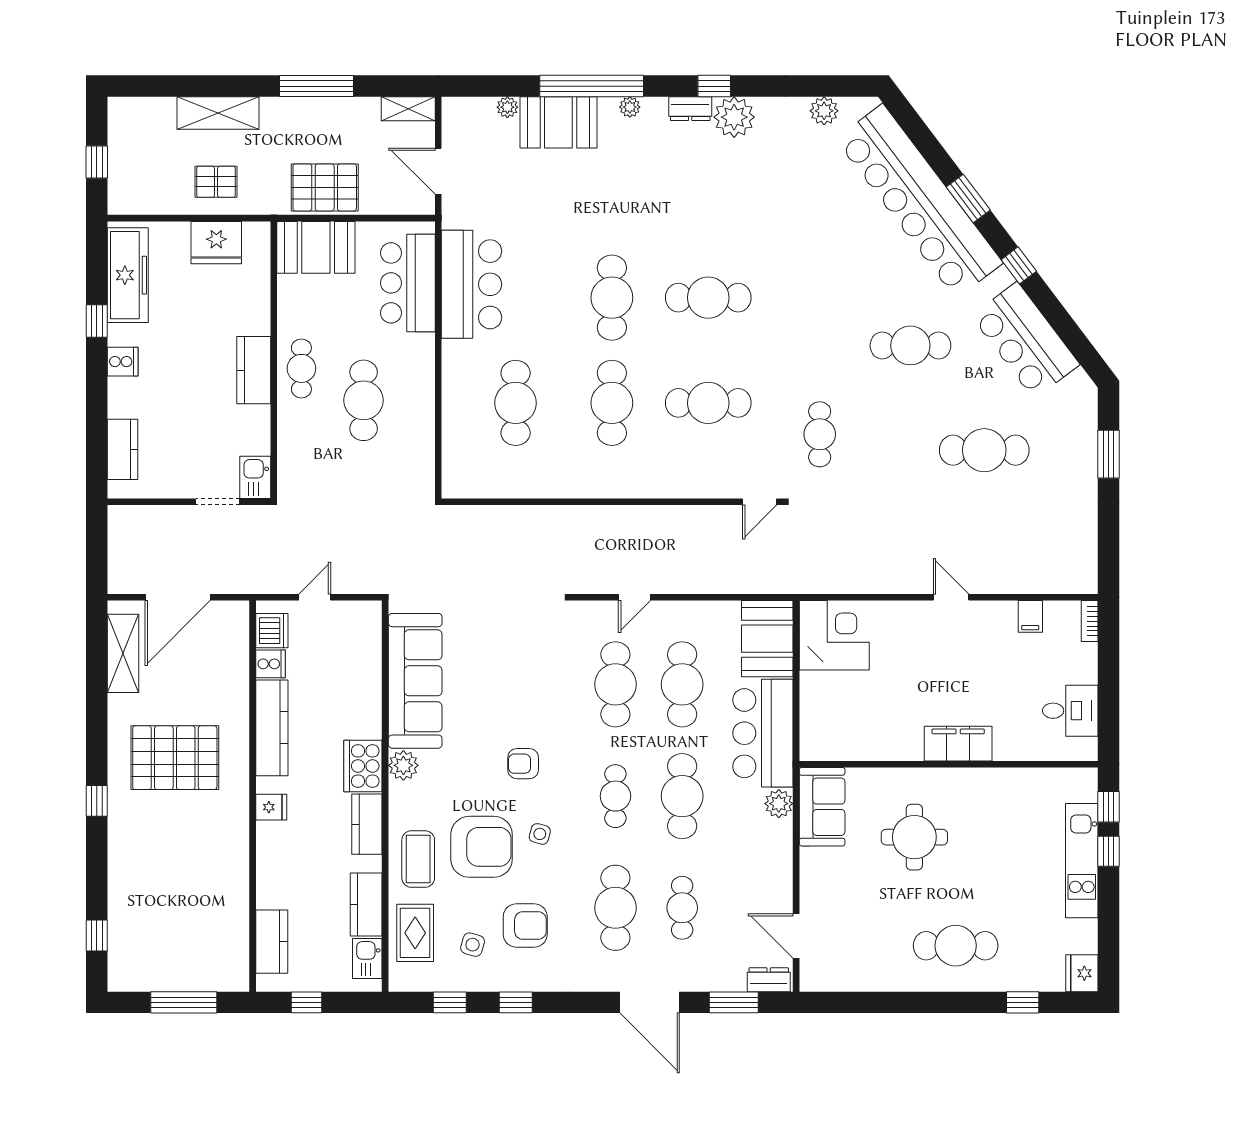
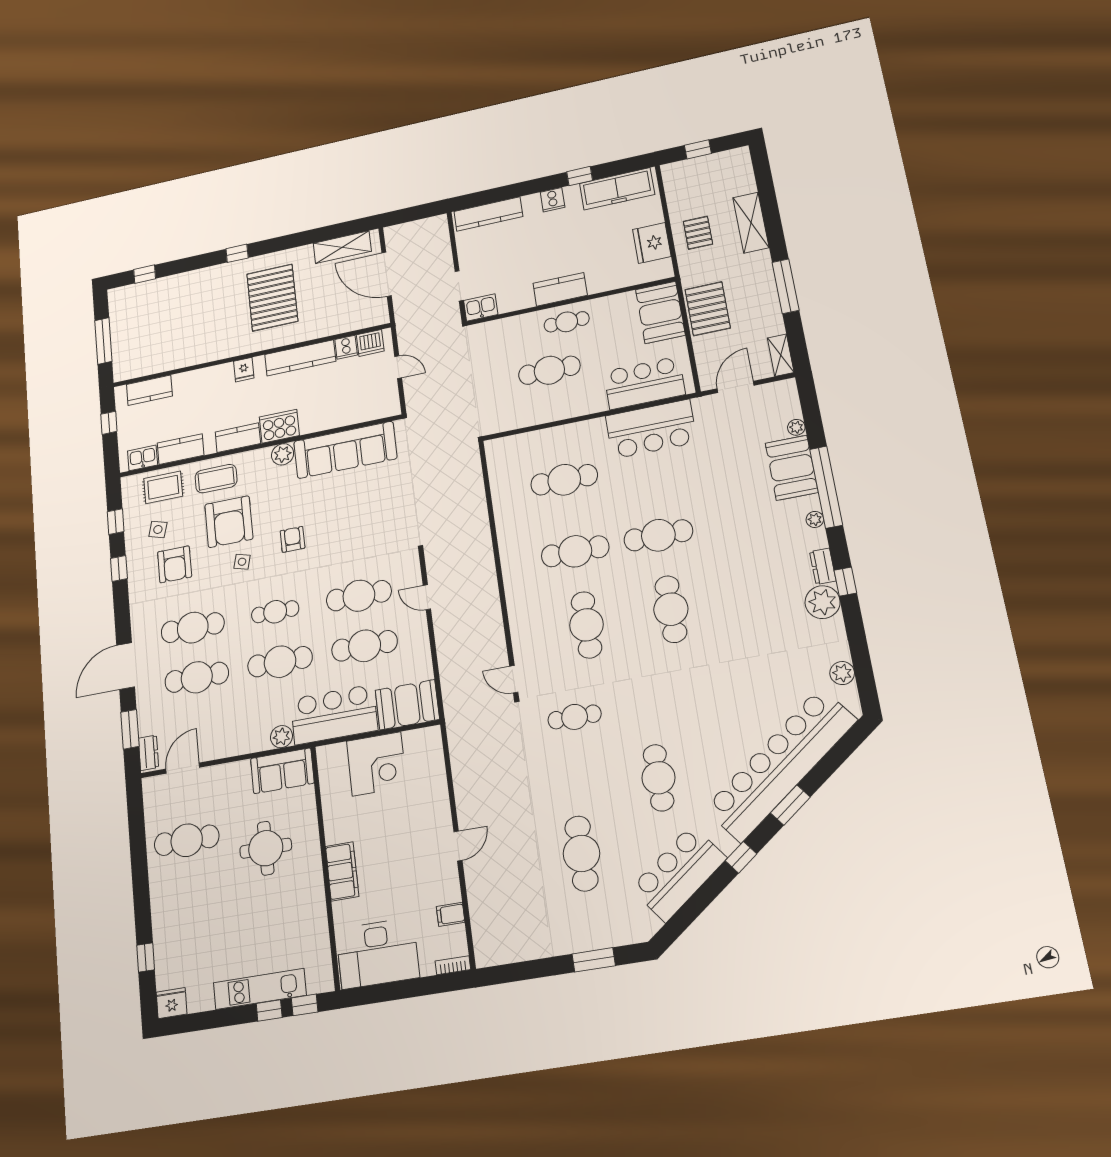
kitchen counter: (122, 449) -> (488, 214), width x1.50
corner desk: (834, 635) -> (377, 764), moved
desk: (1070, 711) -> (378, 953), width x1.87, depth x1.30
cafe table: (682, 908) -> (197, 677), width x1.37, depth x1.35
cafe table: (956, 946) -> (187, 840), moved, turned 90

